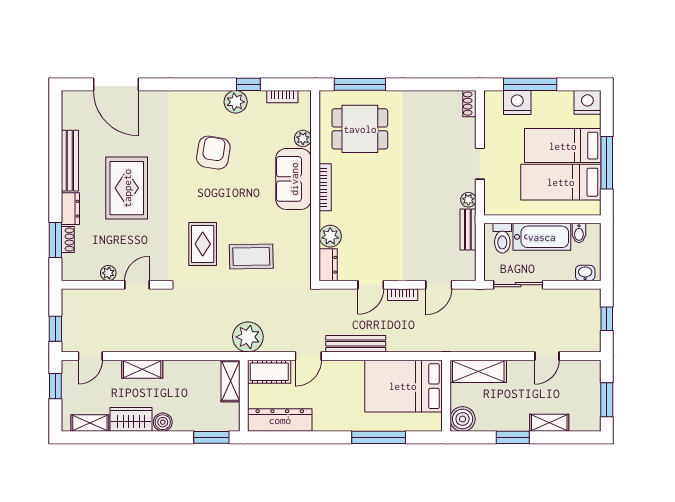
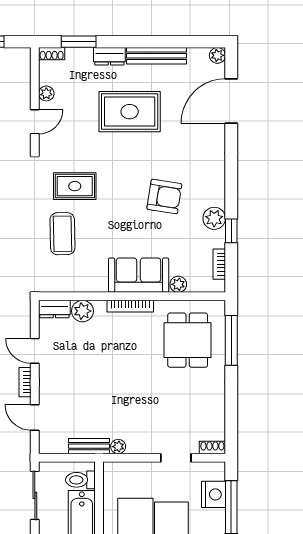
plant: (69, 98) -> (217, 55), added
doorway: (480, 164) -> (176, 458), moved
shoe rack: (68, 239) -> (52, 54), moved
door: (137, 285) -> (35, 122), hinge flipped

